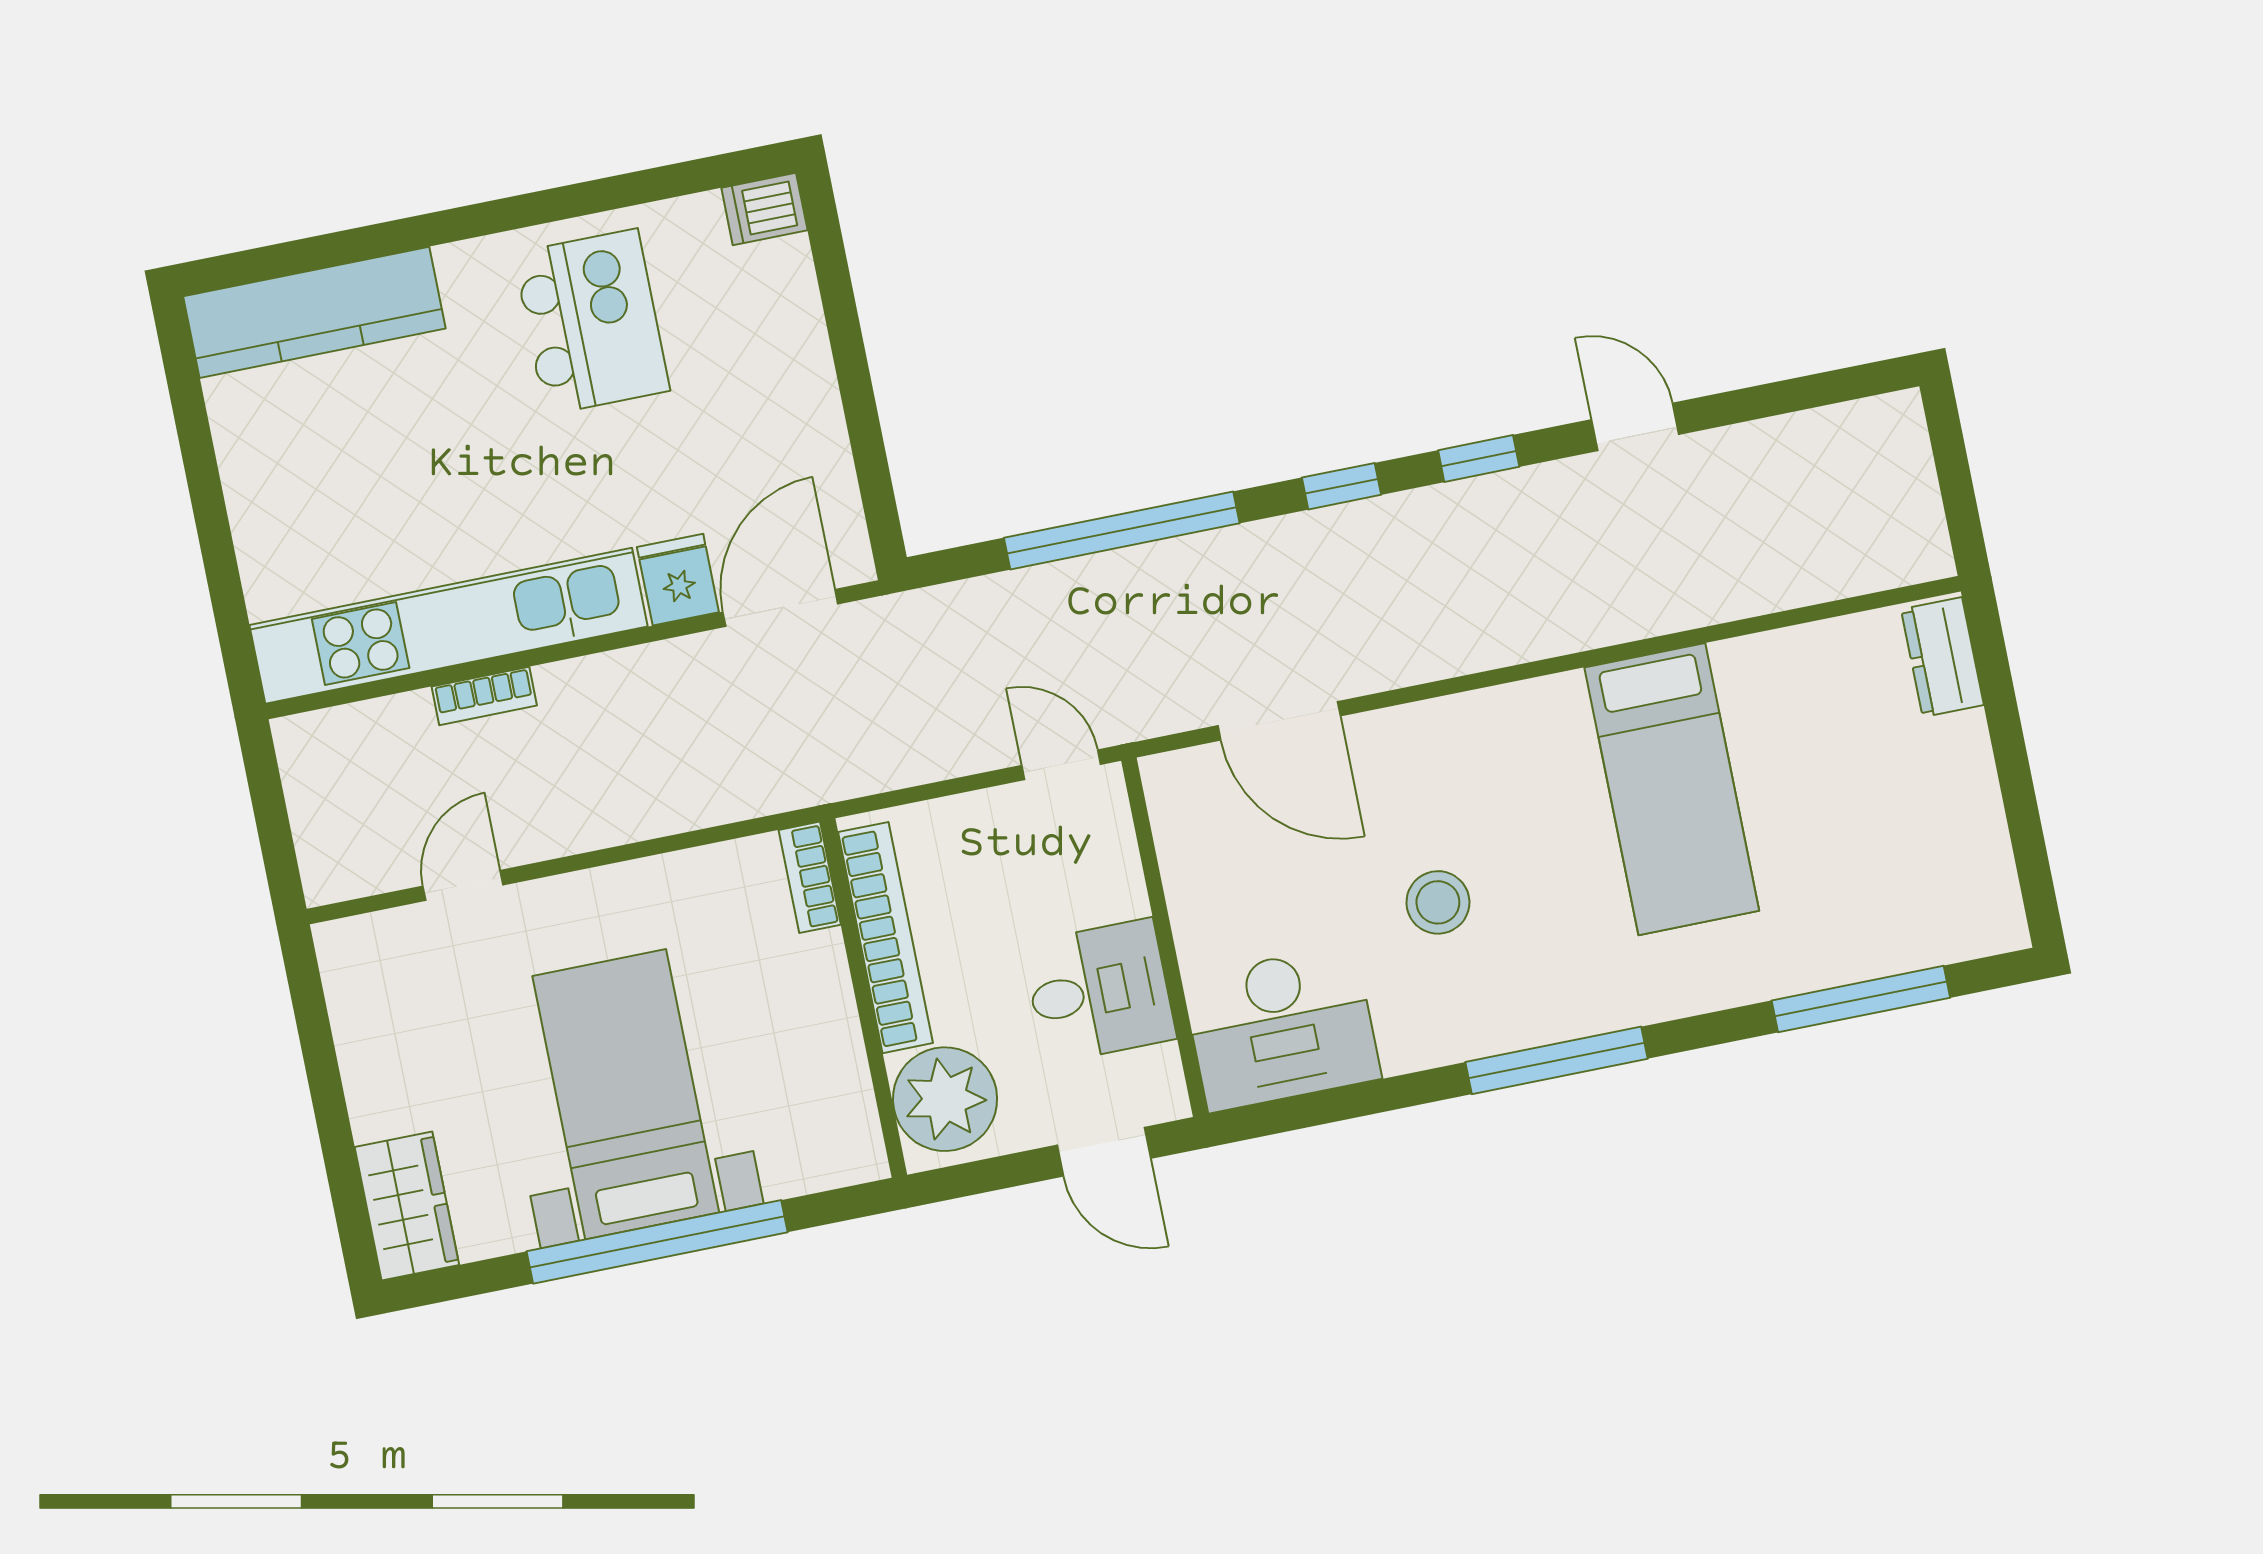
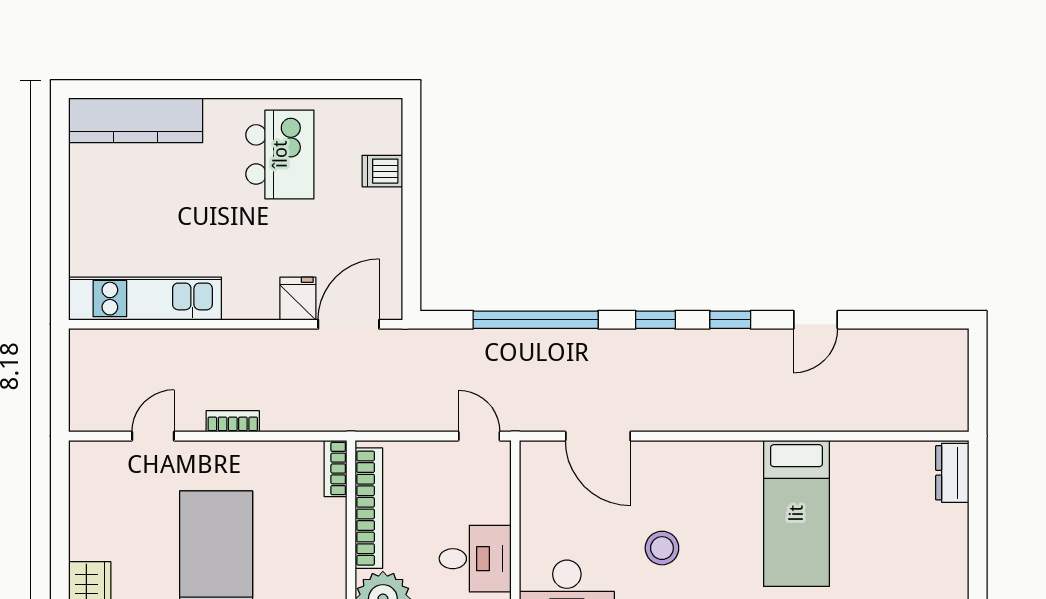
dishwasher: (764, 209) -> (382, 171), moved
door: (1635, 427) -> (816, 320), swing flipped
kitchen unit: (449, 626) -> (145, 299), width x0.73
bookcase: (484, 696) -> (233, 421), moved, turned 180

